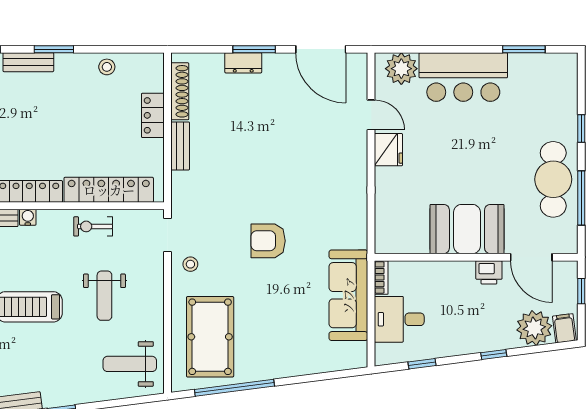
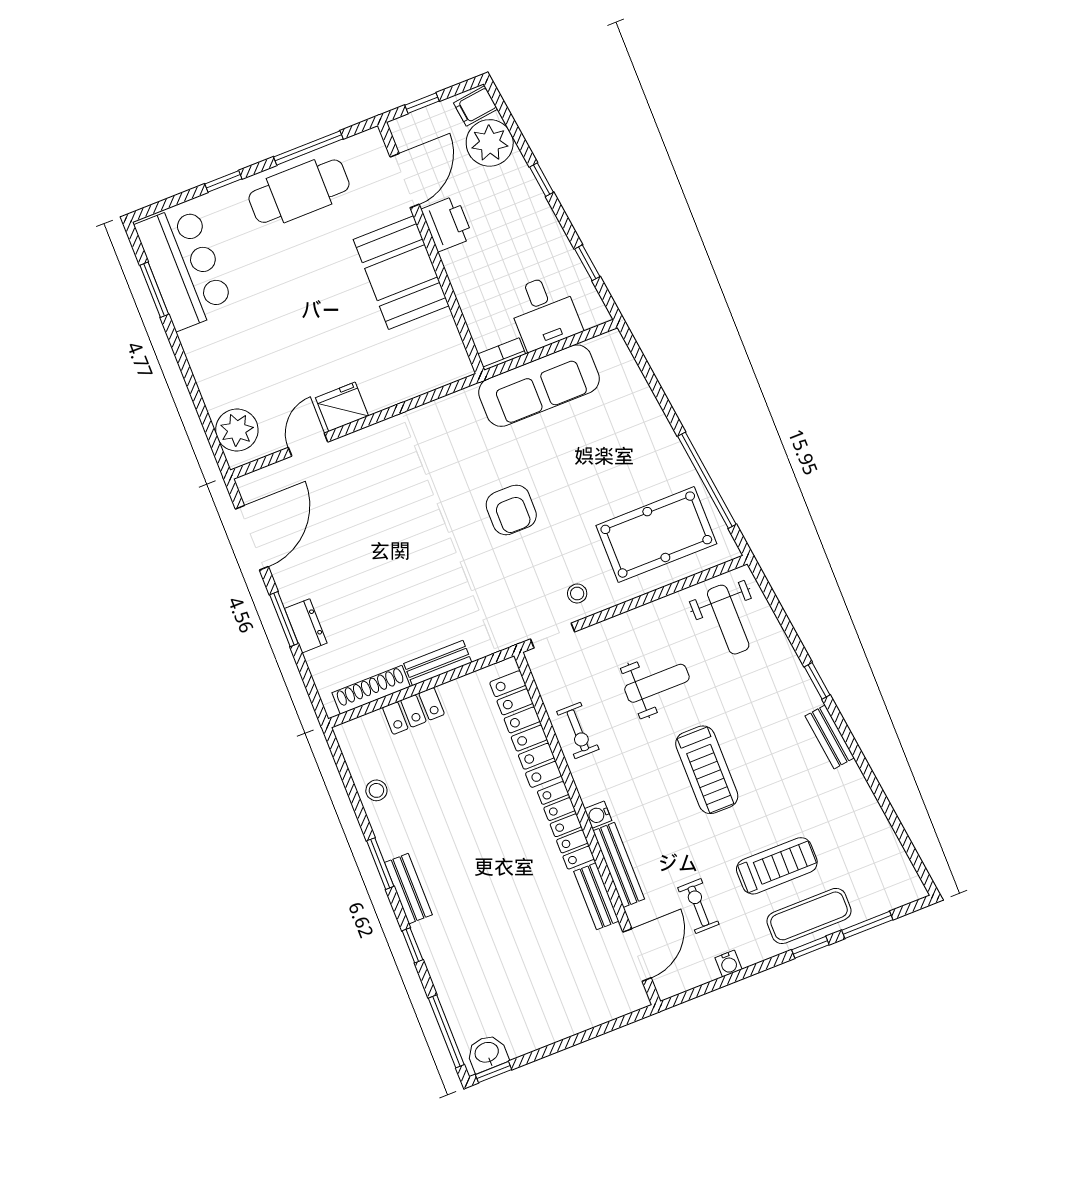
bar counter: (463, 77) -> (184, 267), moved
printer: (489, 272) -> (447, 224), width x1.36, depth x1.24

